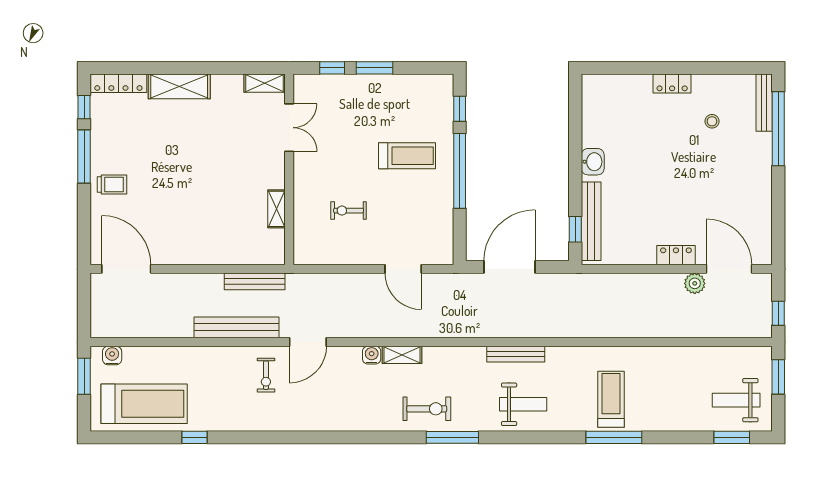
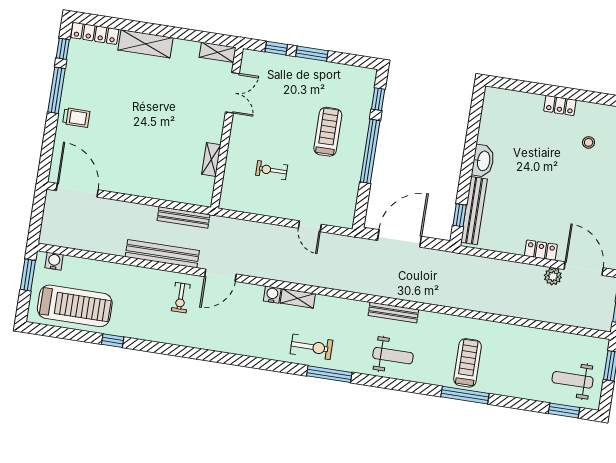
treadmill: (407, 156) -> (328, 132), turned -90
washbasin: (593, 162) -> (483, 161), width x1.38
door: (403, 269) -> (310, 226), width x0.73

